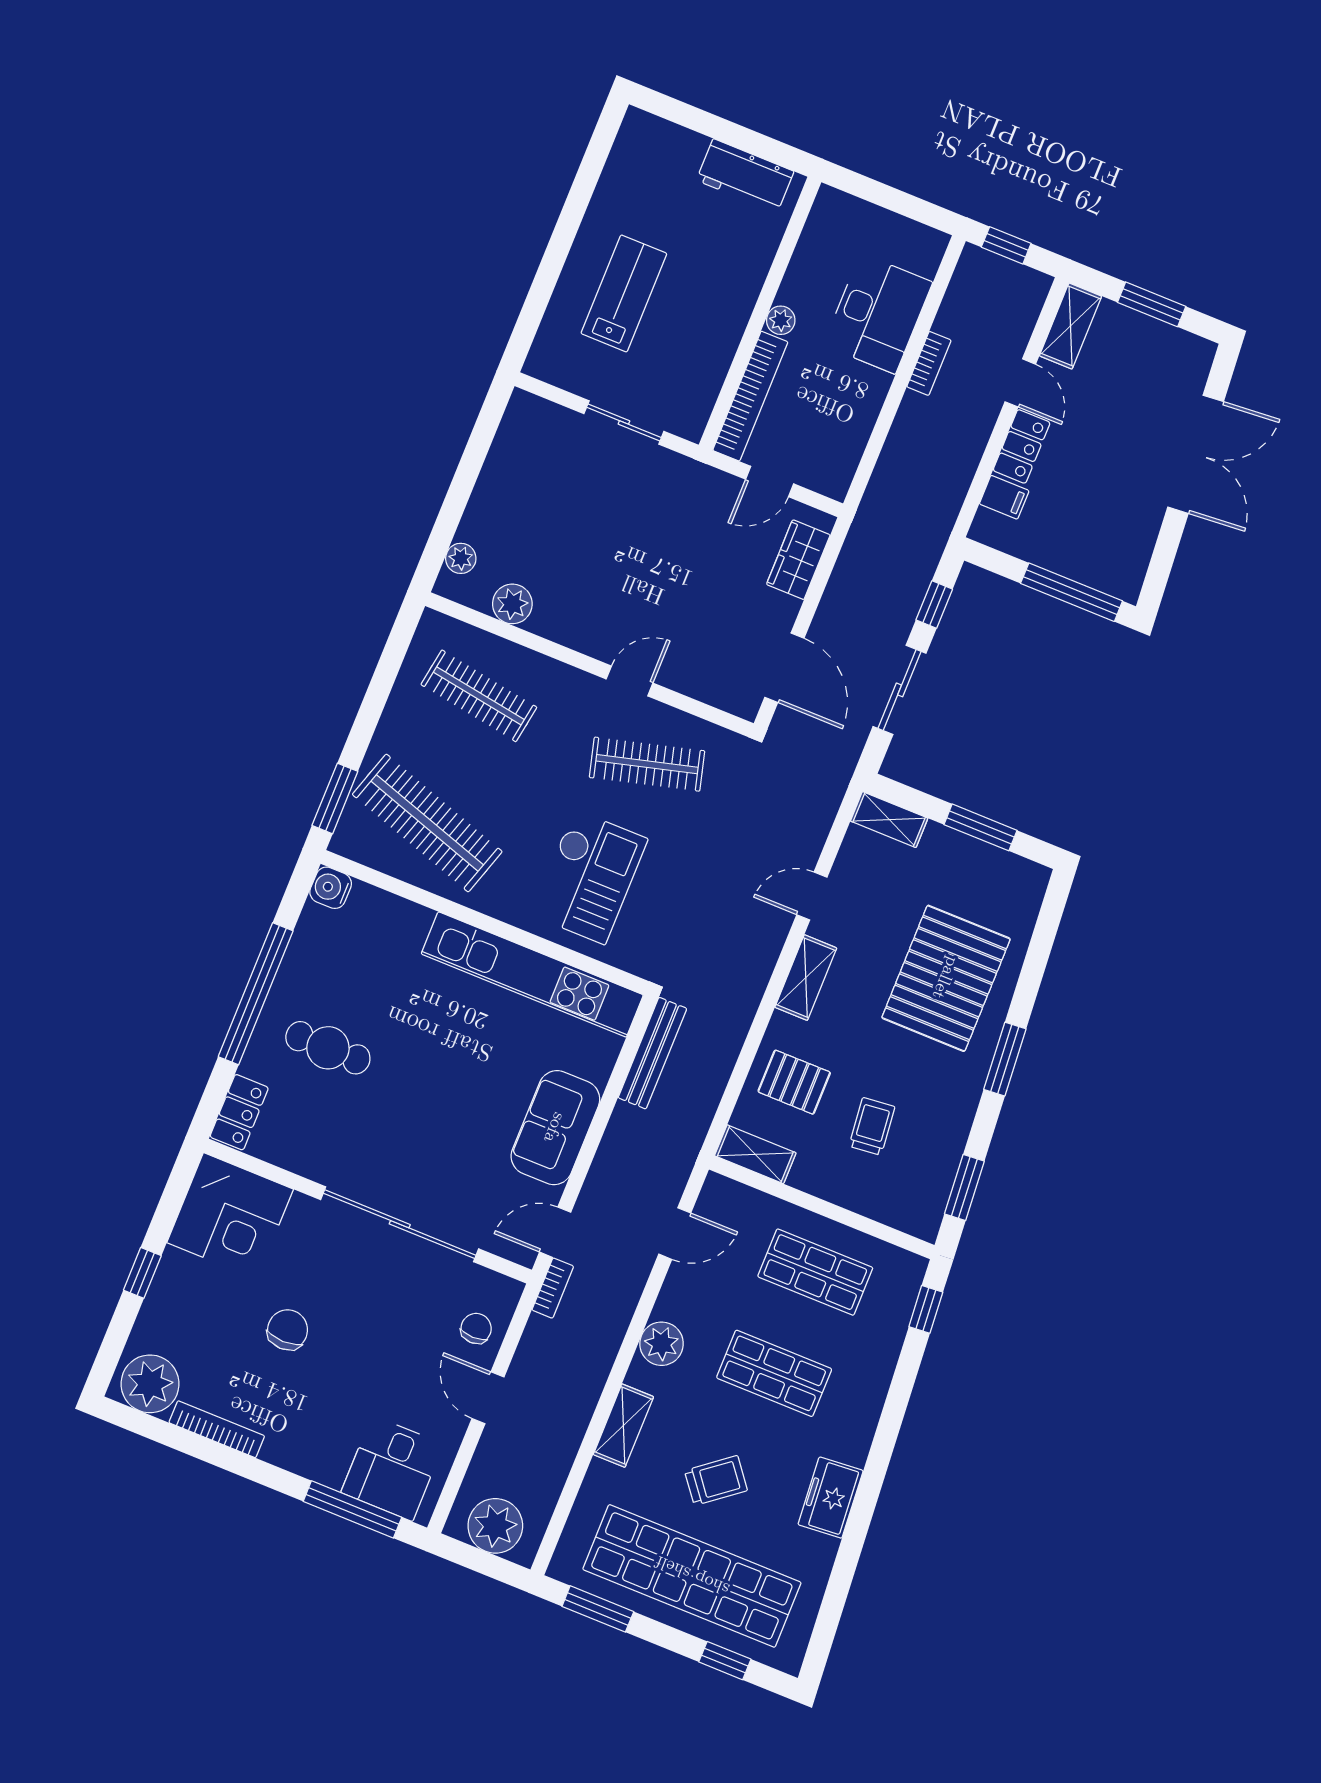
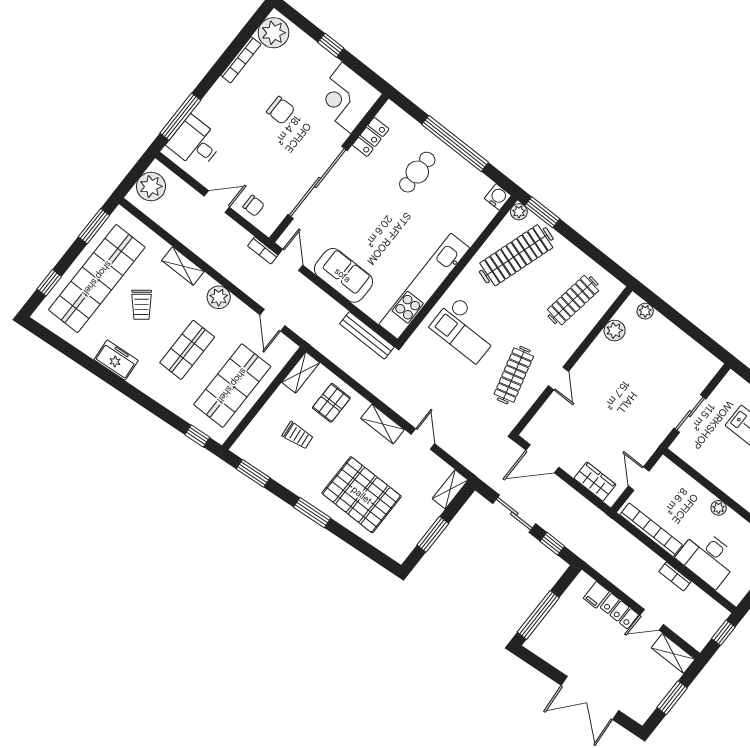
bookcase: (750, 396) -> (651, 530), moved, turned 180
plant: (346, 841) -> (519, 212), added
locker: (239, 1112) -> (371, 137), moved, turned -90
shop shelf: (815, 1272) -> (232, 386), width x1.43, depth x1.36

